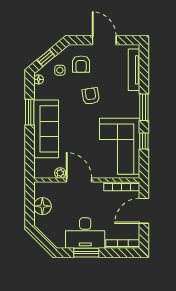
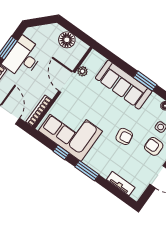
tv unit: (134, 70) -> (121, 184), width x0.71
door: (79, 180) -> (67, 82), swing flipped

